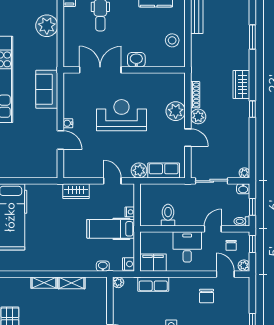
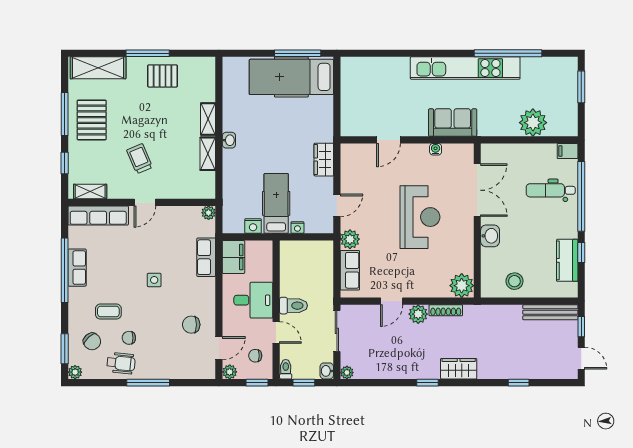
window: (252, 37) -> (519, 383), width x0.67
plant: (176, 111) -> (462, 286), moved
water cooler: (68, 123) -> (436, 149), moved
toilet: (168, 215) -> (293, 306), moved
nightstand: (129, 264) -> (253, 226), moved
washbasin: (103, 266) -> (229, 140), moved

